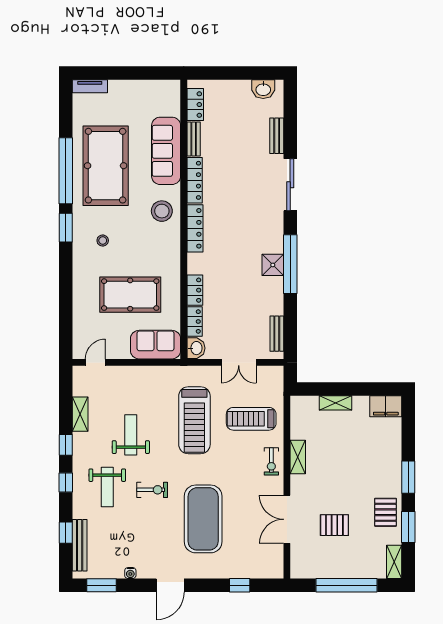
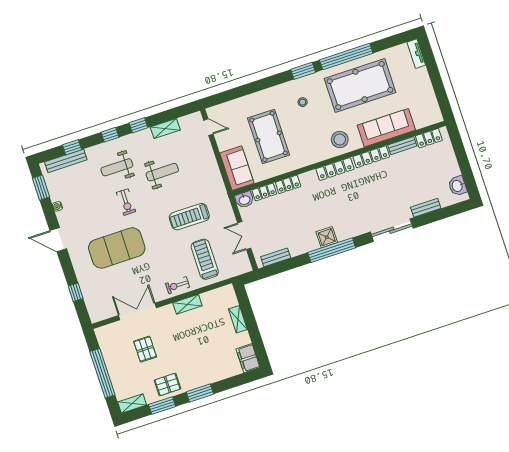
treadmill: (194, 420) -> (189, 217), width x0.73, depth x0.73

